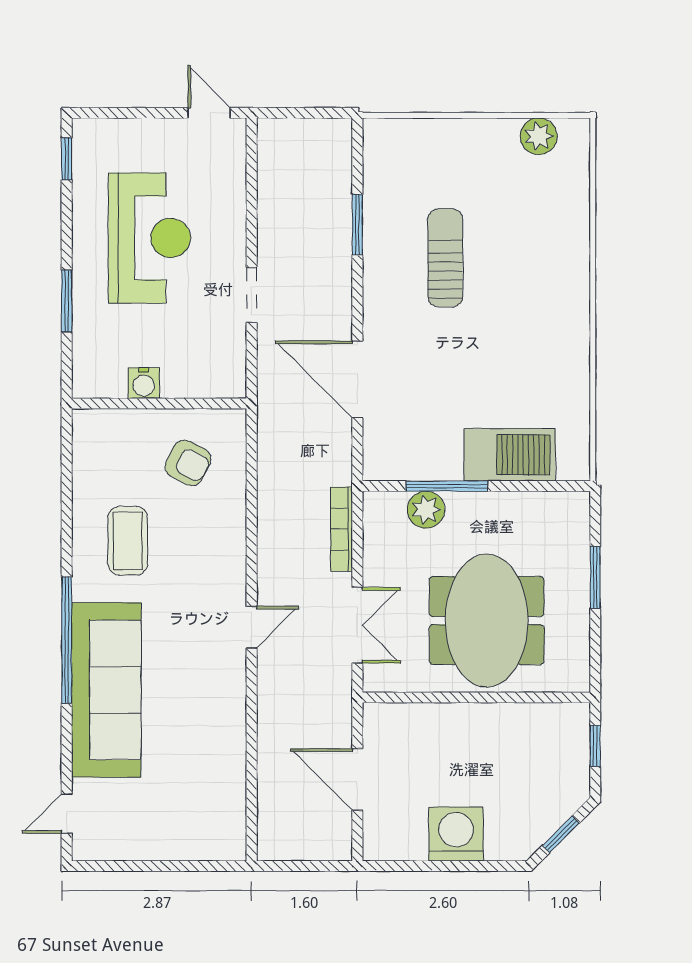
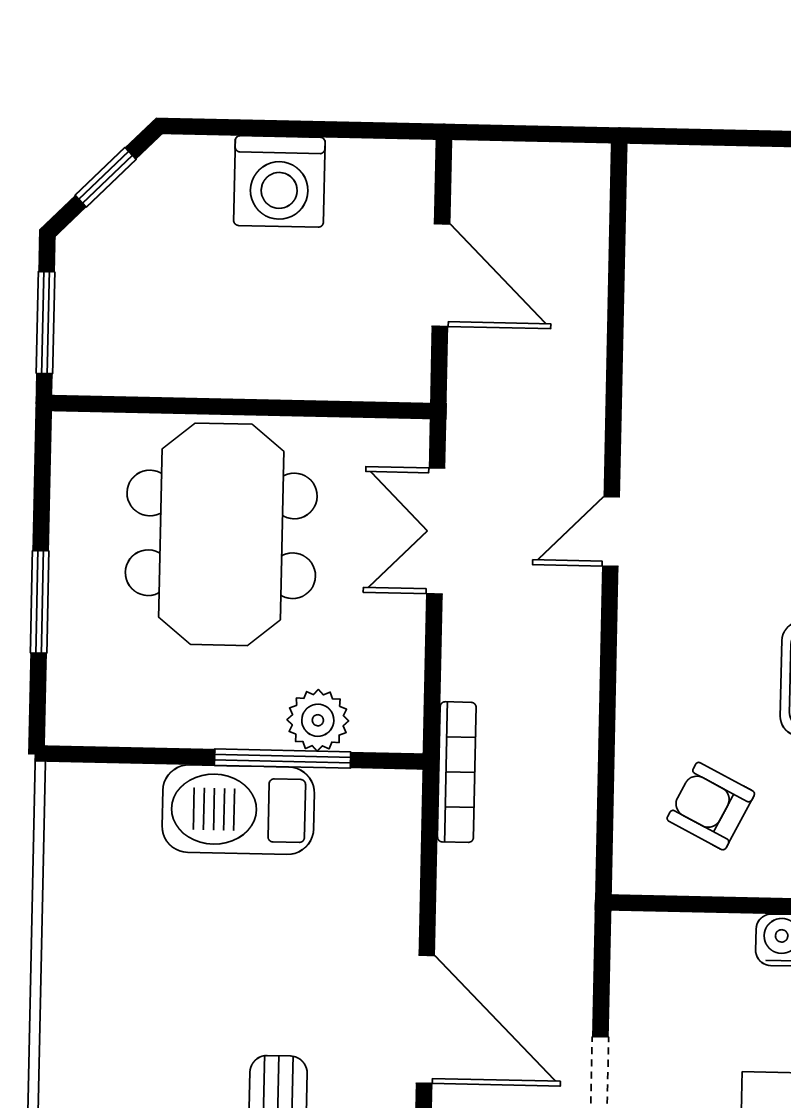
door: (357, 379) -> (425, 1019), moved
barbecue: (510, 455) -> (238, 810), moved
bookcase: (342, 529) -> (457, 772), moved
window: (595, 746) -> (45, 323), width x1.50

